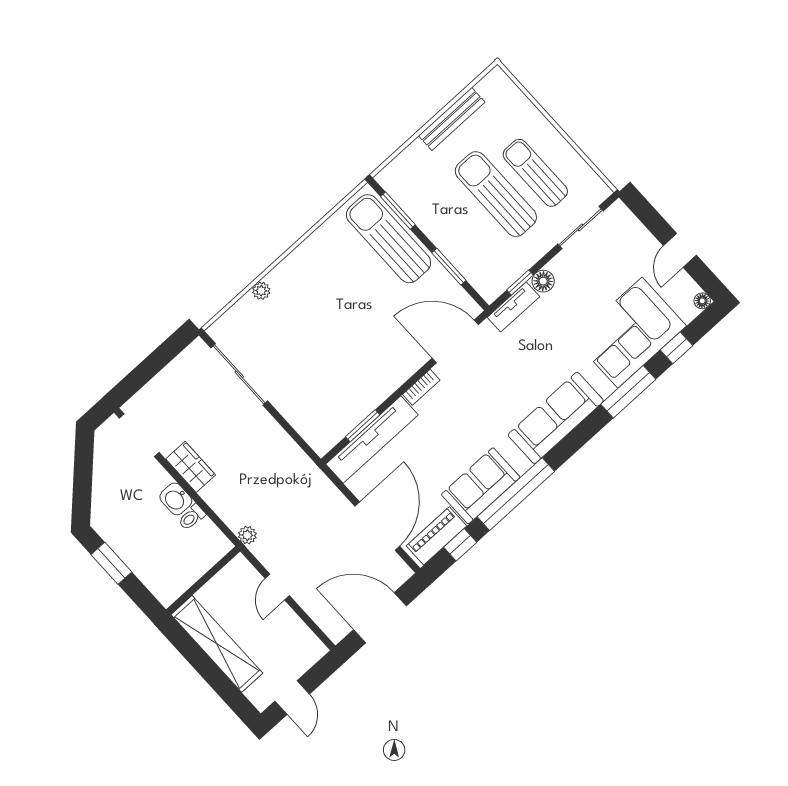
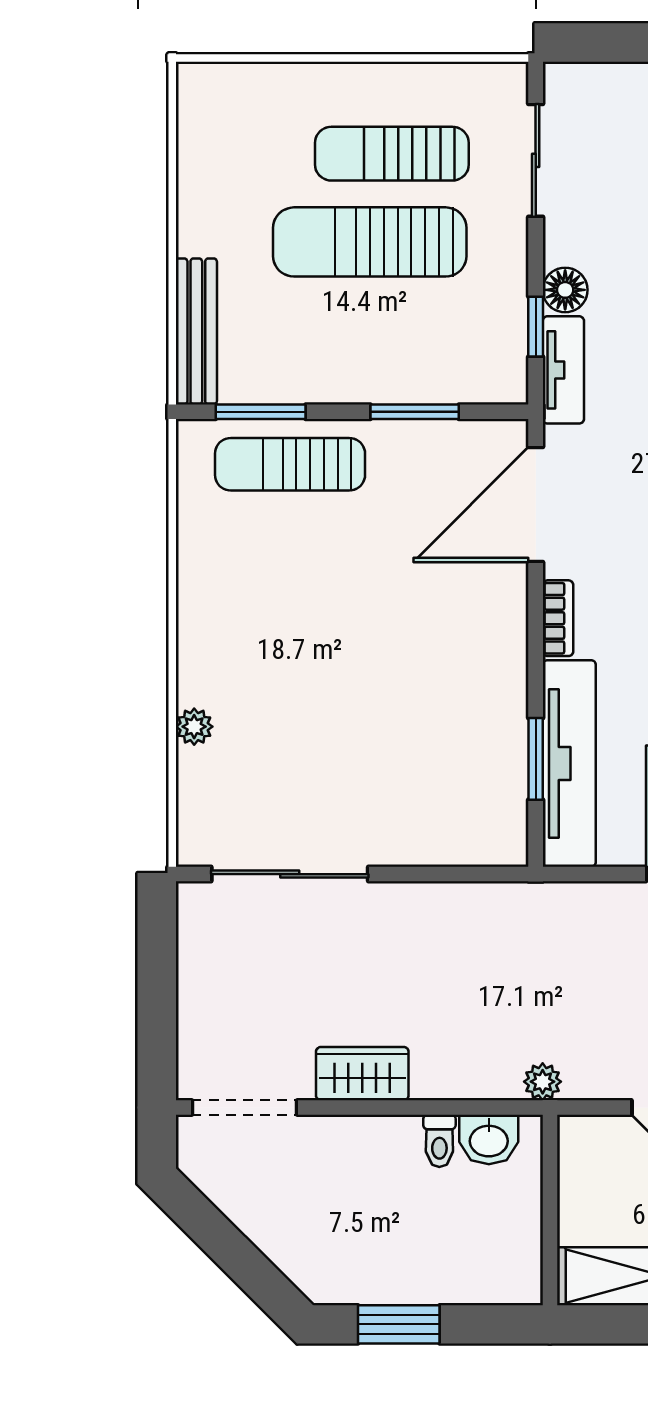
bench: (452, 119) -> (196, 331), moved
sun lounger: (389, 239) -> (290, 464), width x0.73, depth x0.75
washbasin: (176, 499) -> (489, 1140), moved

